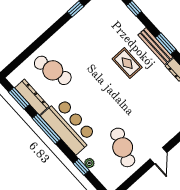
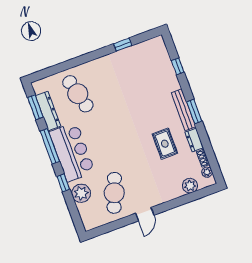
rug: (127, 63) -> (165, 144), moved
plant: (89, 163) -> (81, 193), width x1.87, depth x1.87
window: (81, 167) -> (63, 183), moved

